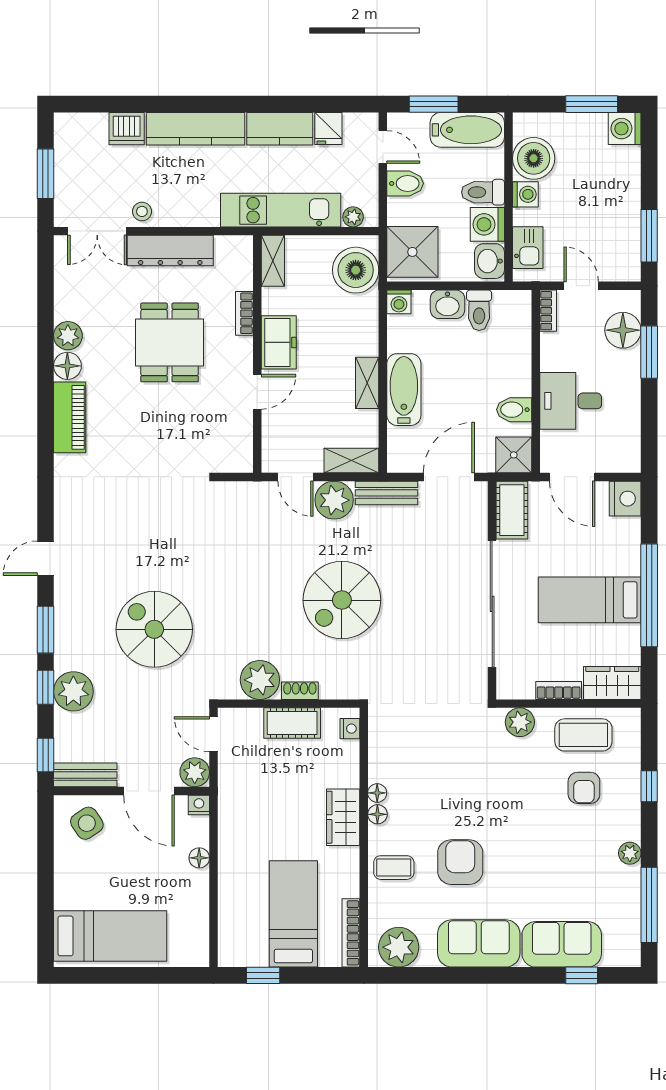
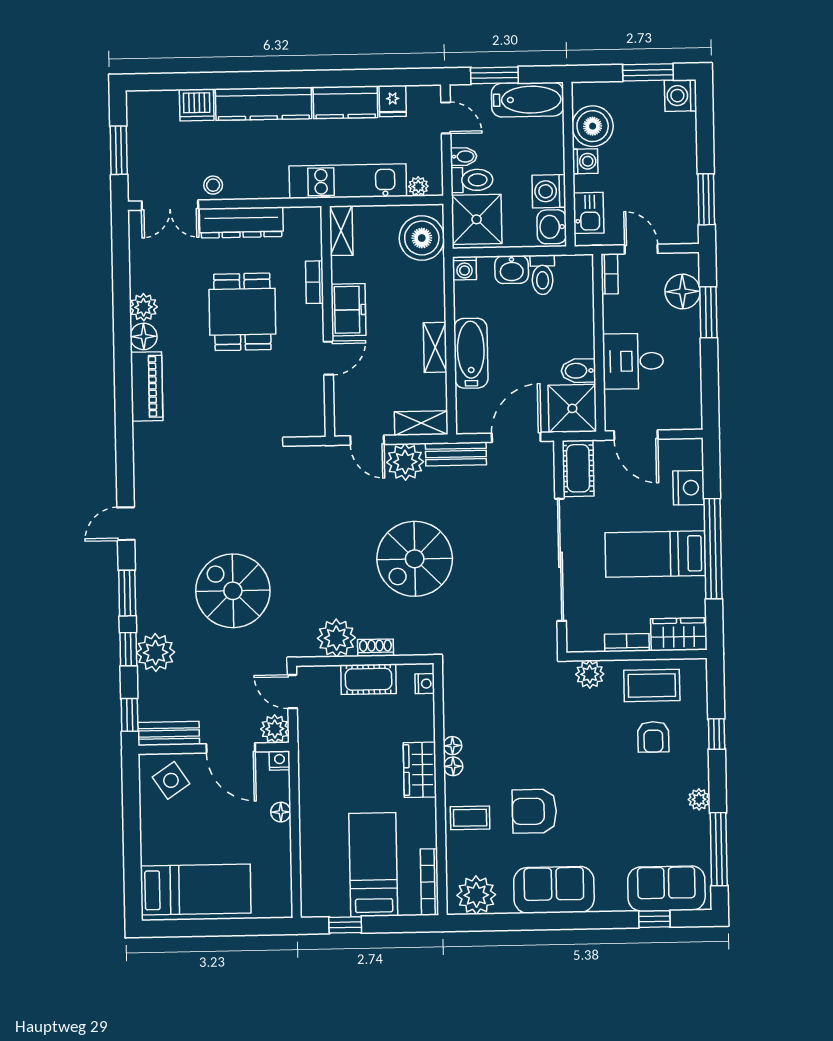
bidet: (405, 183) -> (464, 156), width x0.72, depth x0.74
toilet: (483, 192) -> (472, 180), moved, turned 180
shower: (514, 455) -> (572, 408), width x1.36, depth x1.36
nightstand: (625, 499) -> (689, 488), moved
armchair: (460, 862) -> (534, 811), turned -90
sofa: (562, 944) -> (666, 889), moved

